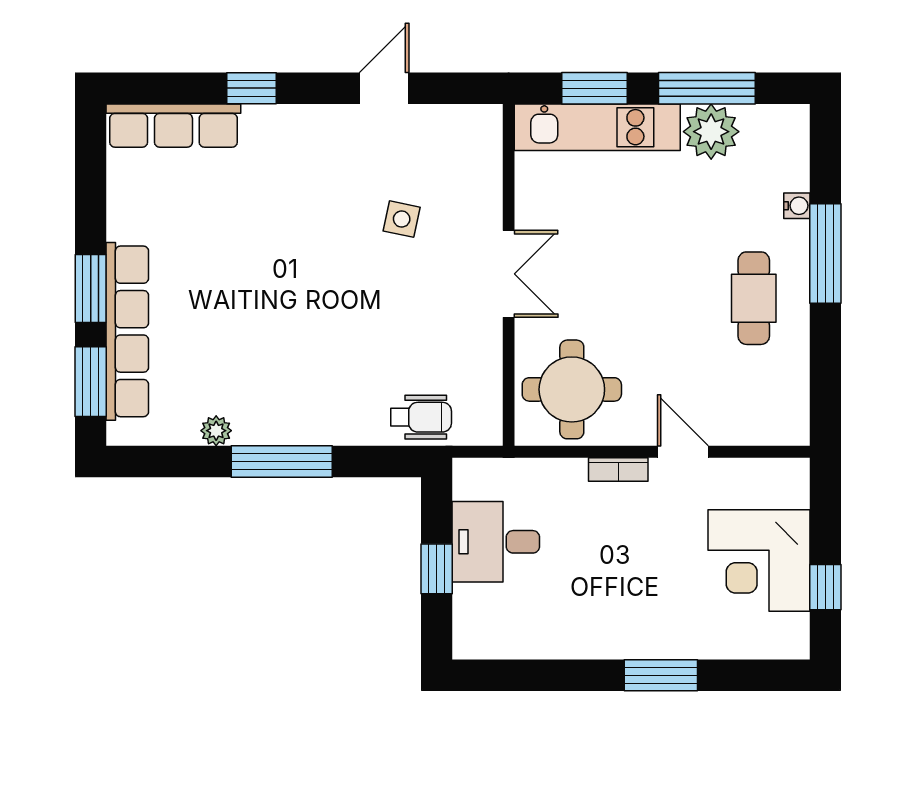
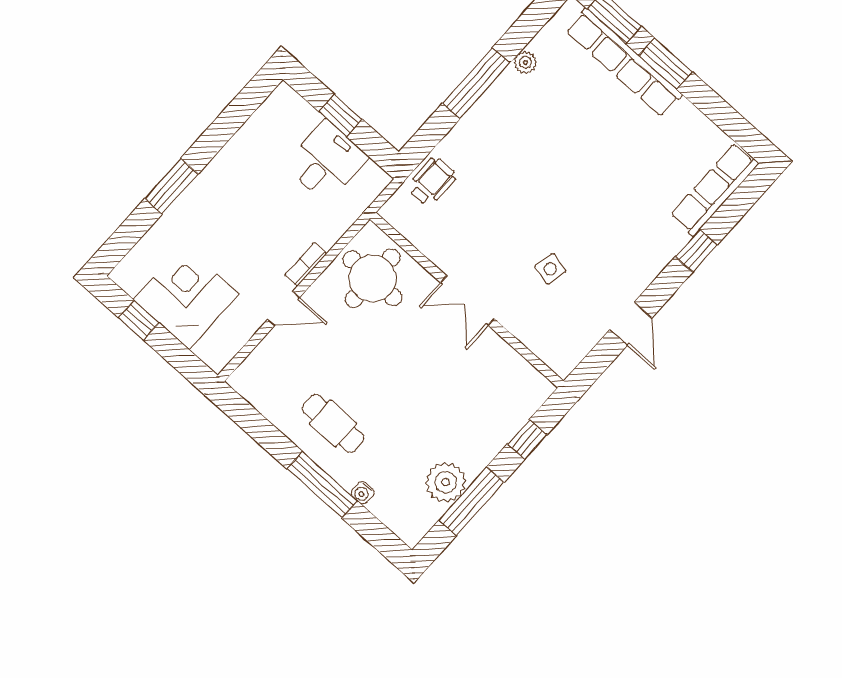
window: (595, 88) -> (527, 439), width x0.67
kitchen unit: (597, 127) -> (504, 422), removed
wheelchair: (421, 417) -> (432, 182), turned 180

